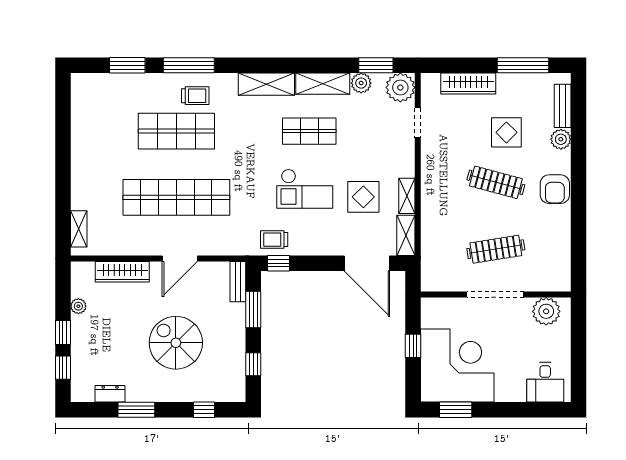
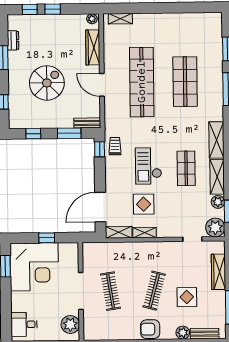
trolley: (195, 96) -> (208, 94), removed
plant: (78, 306) -> (92, 19), moved

